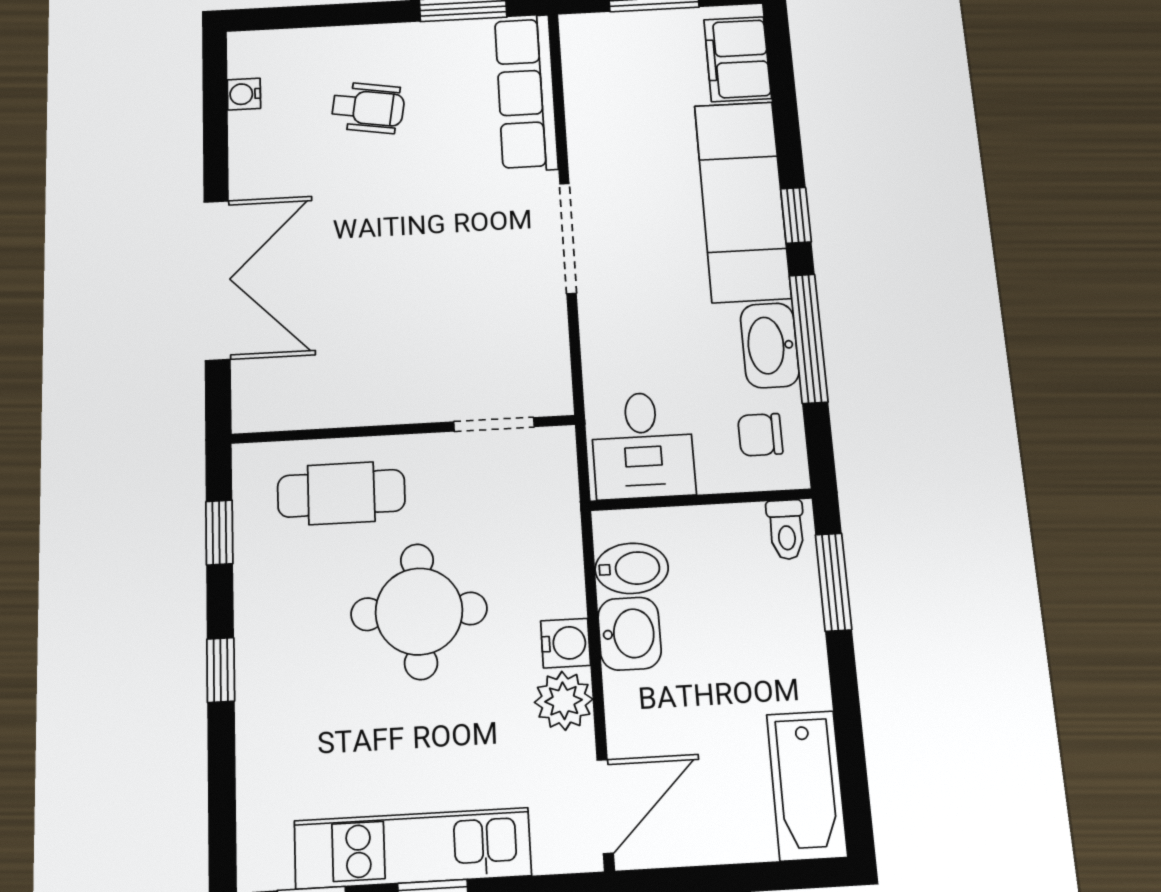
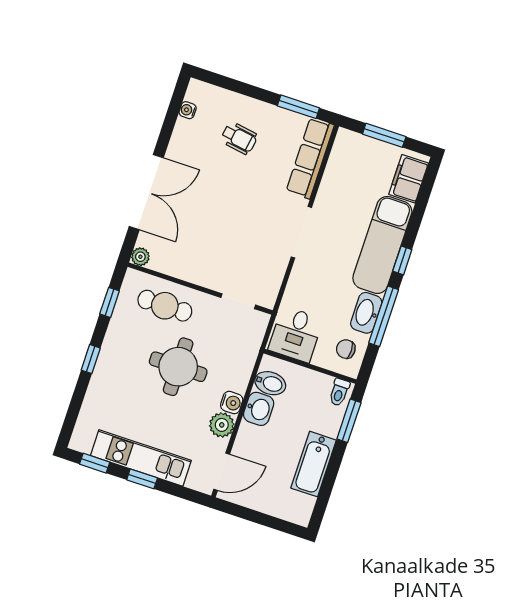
plant: (252, 413) -> (140, 257), added
bathtub: (807, 785) -> (314, 464), moved

